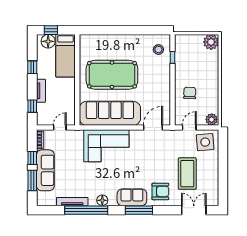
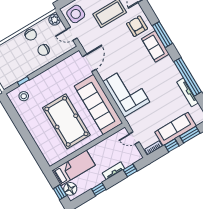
chair: (211, 90) -> (31, 35), added
door: (153, 128) -> (89, 63), swing flipped
floor lamp: (102, 200) -> (172, 69), removed

